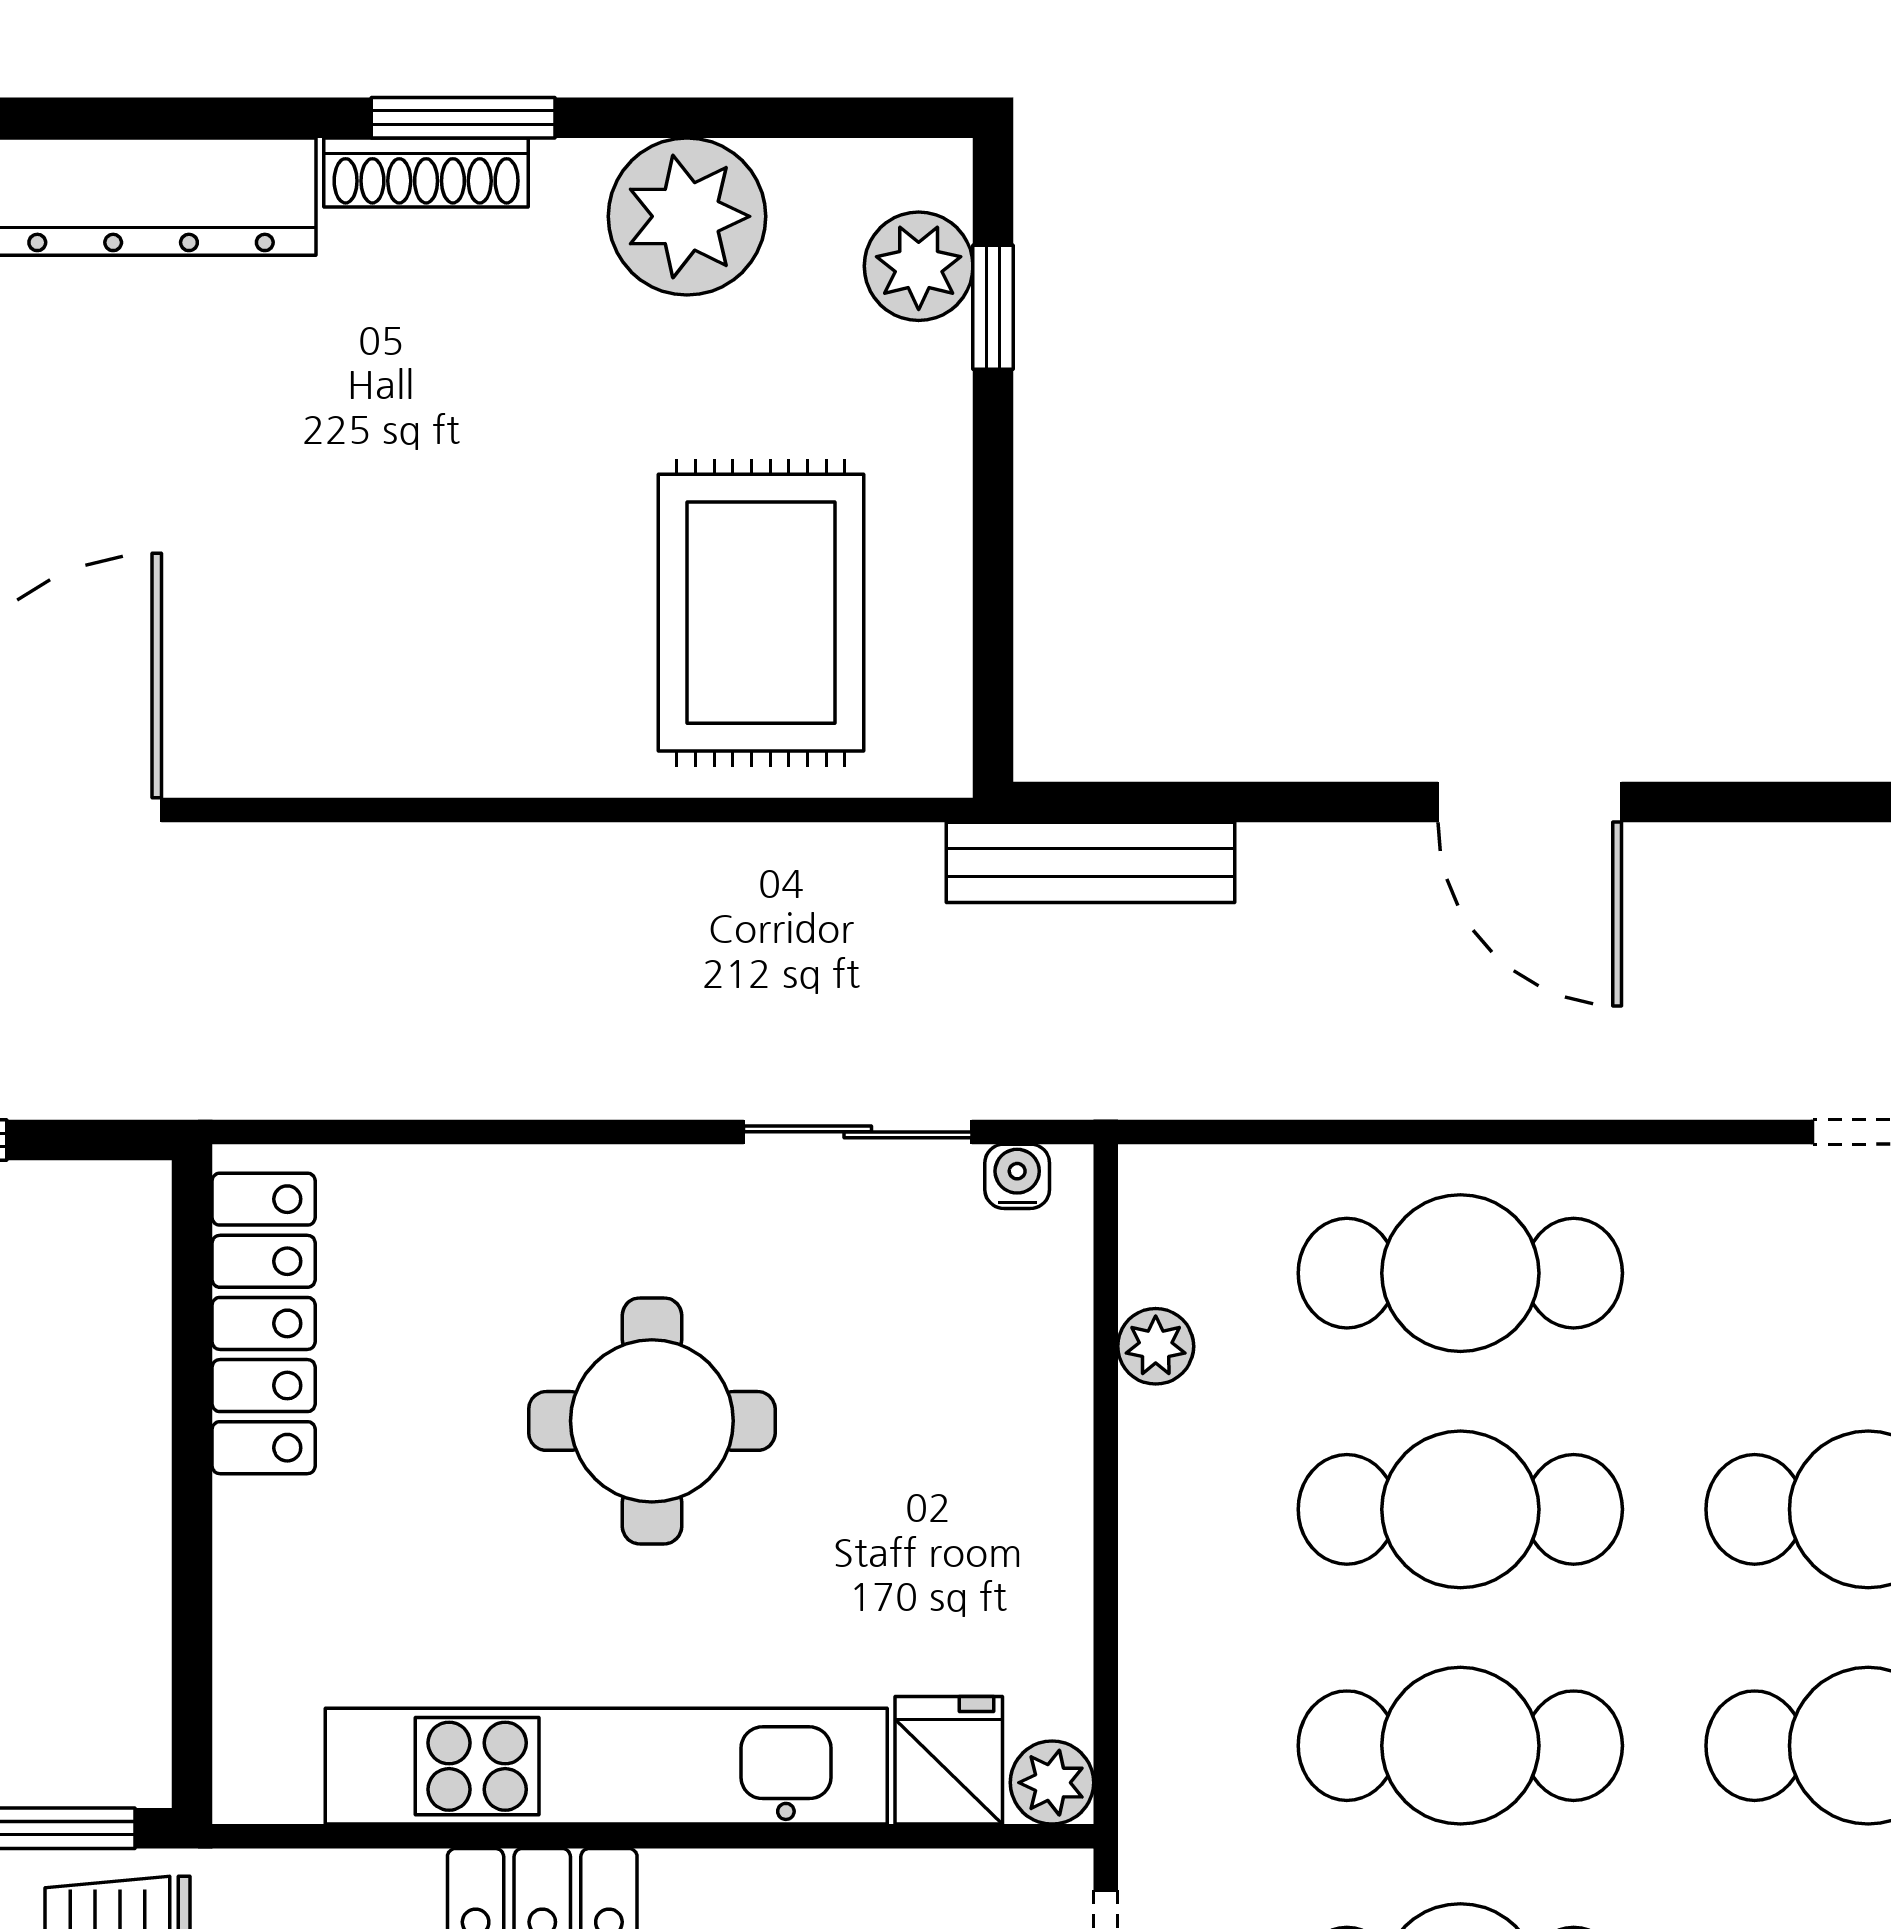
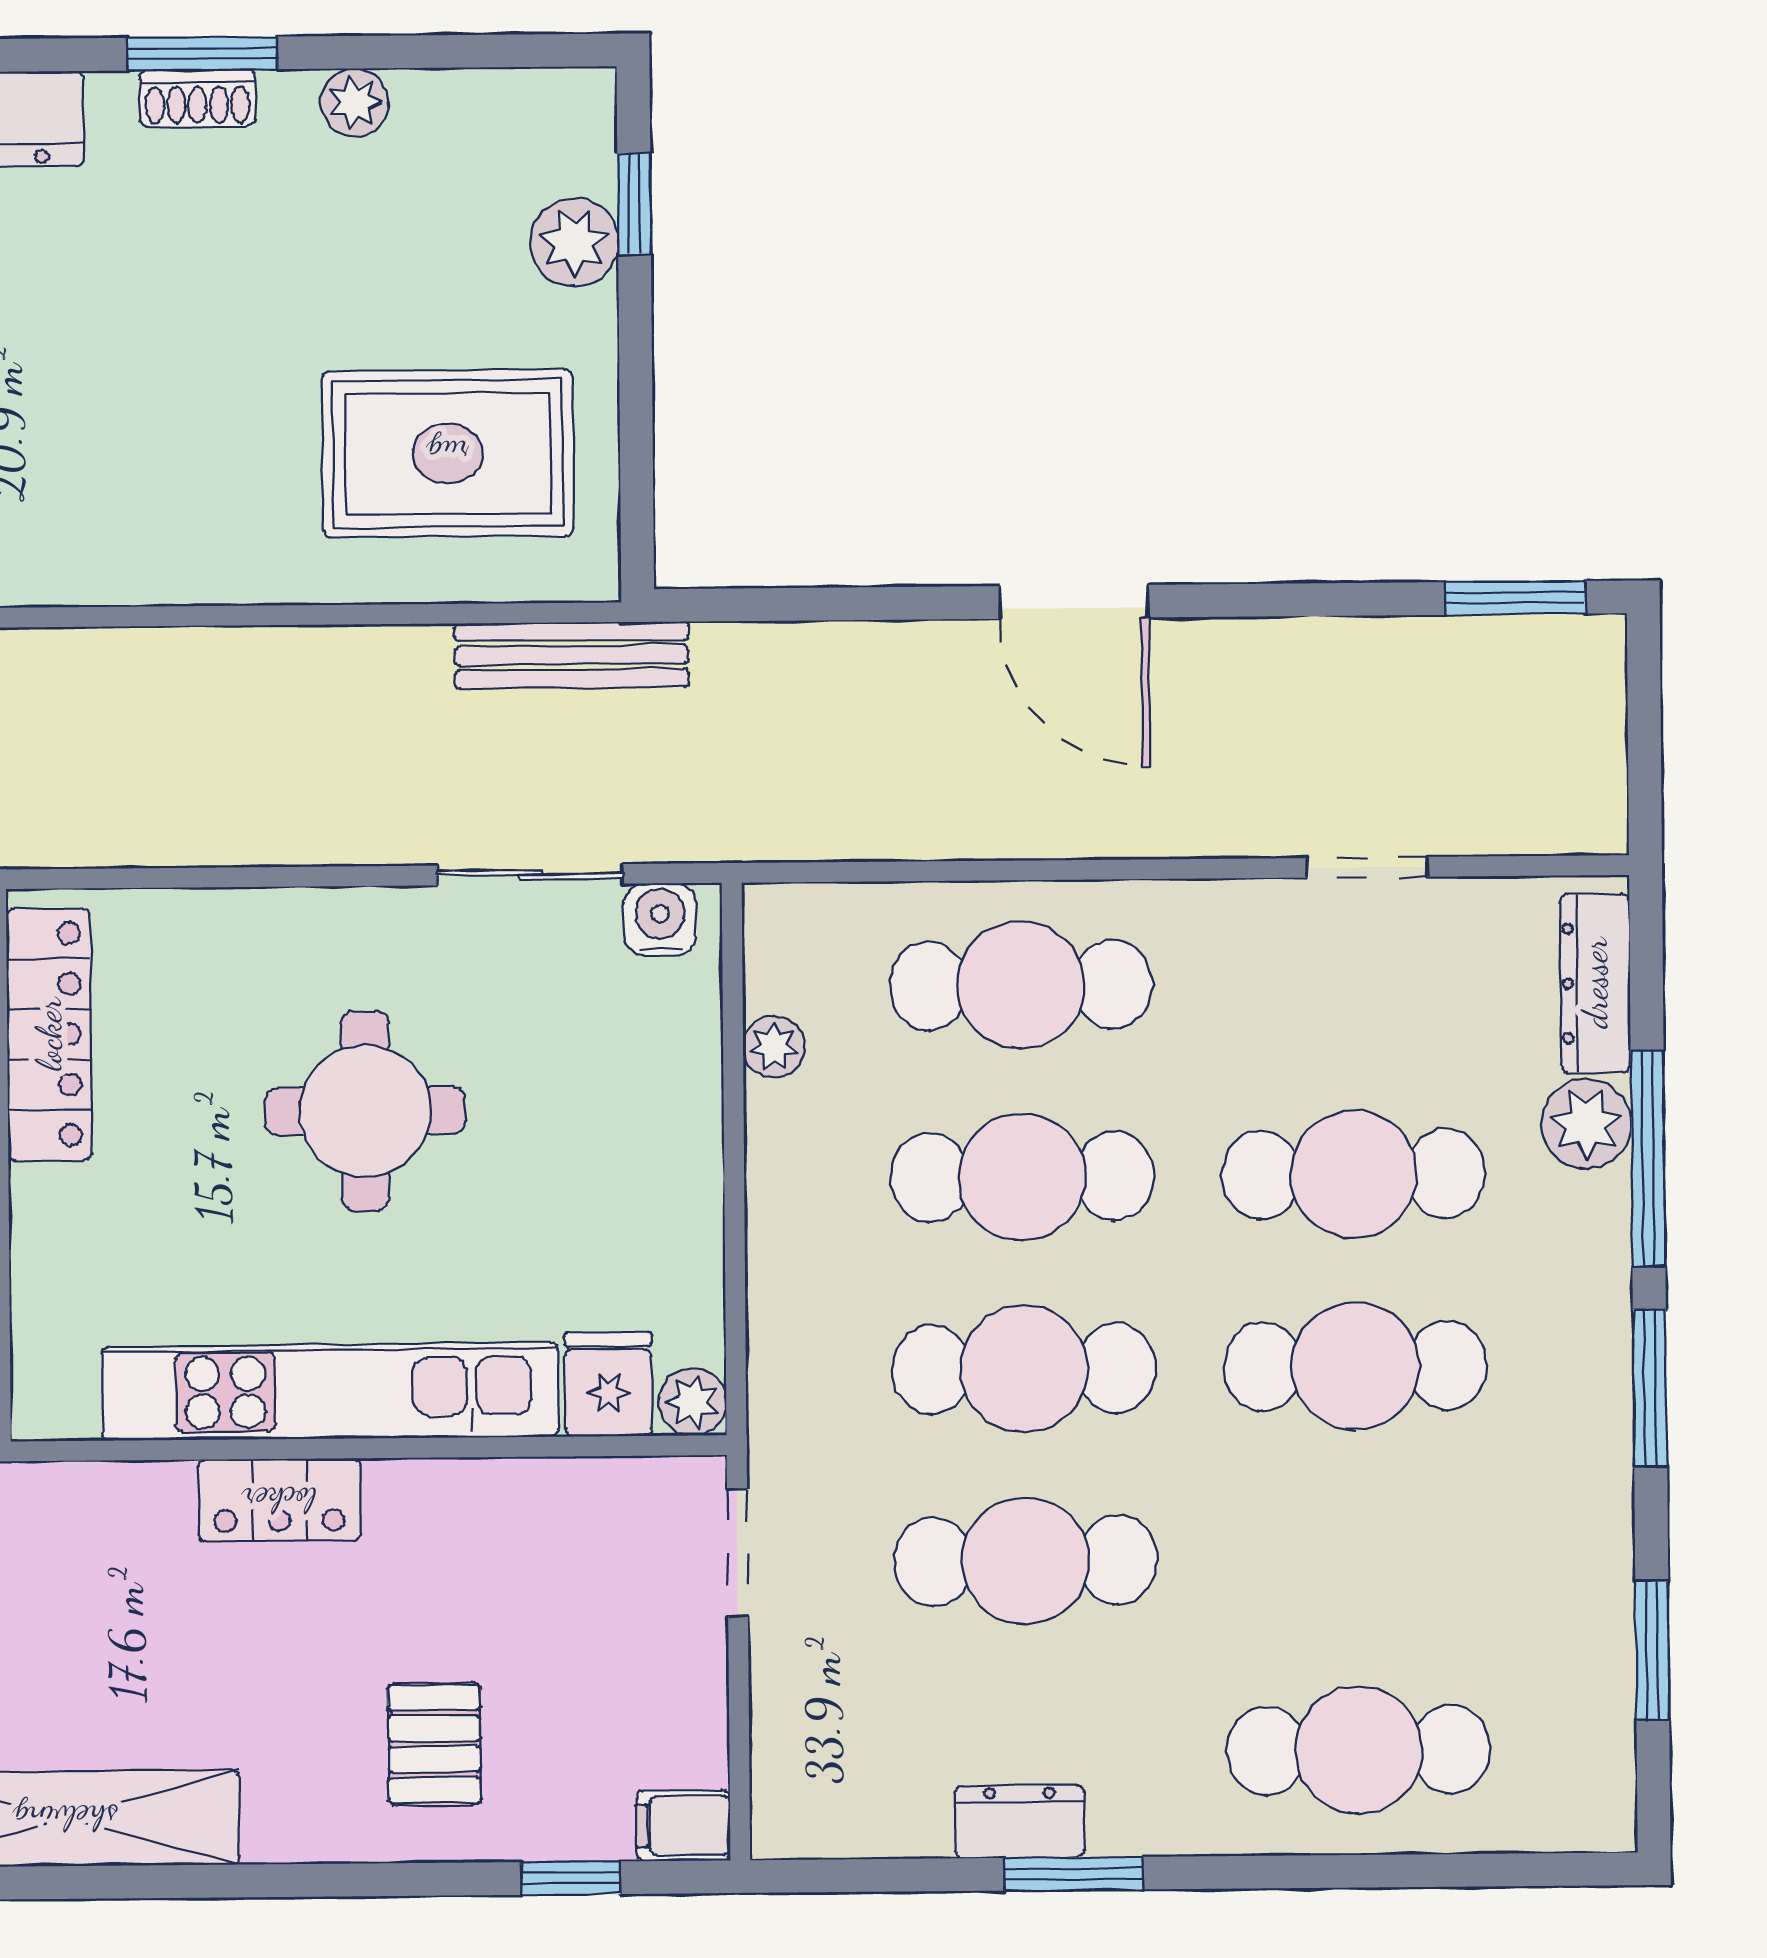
shoe rack: (426, 173) -> (198, 98), width x0.70
plant: (687, 216) -> (355, 103), width x0.53, depth x0.53
plant: (919, 266) -> (574, 242), moved
rug: (761, 613) -> (448, 453), turned 90
bench: (1090, 862) -> (572, 655), moved
water cooler: (1017, 1176) -> (660, 920), width x1.38, depth x1.38

